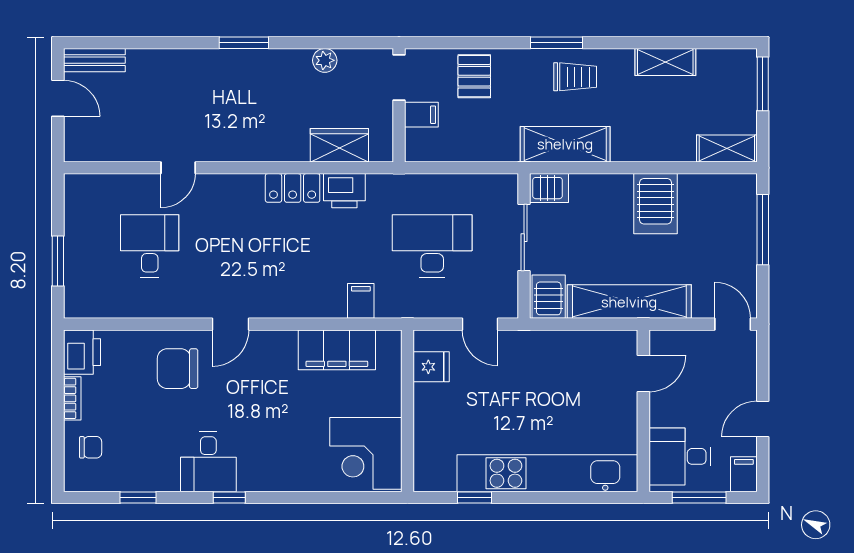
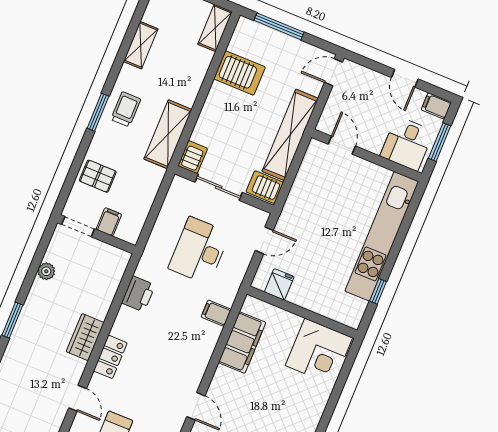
wardrobe: (339, 145) -> (85, 337), moved
locker: (293, 188) -> (110, 357), moved
server rack: (655, 204) -> (239, 73), moved

